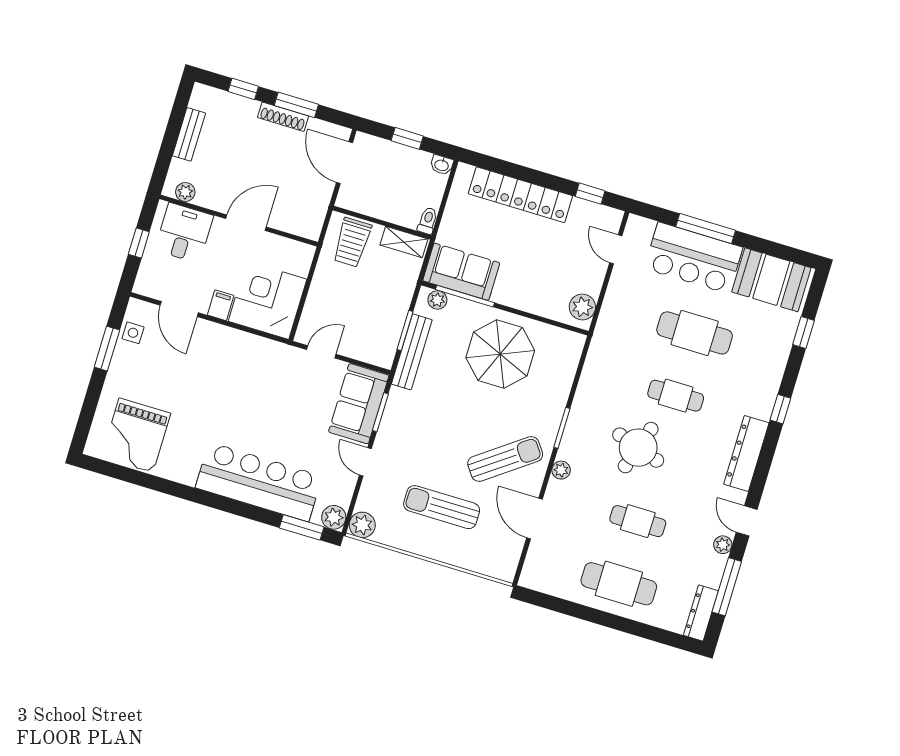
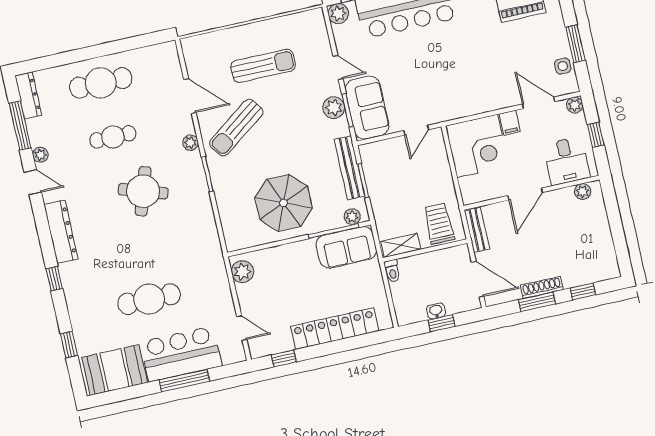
bench: (189, 134) -> (477, 230), moved
washbasin: (442, 165) -> (436, 311), moved
plant: (143, 286) -> (575, 105), added
cafe table: (676, 396) -> (137, 245), removed
plant: (362, 525) -> (334, 108), moved

